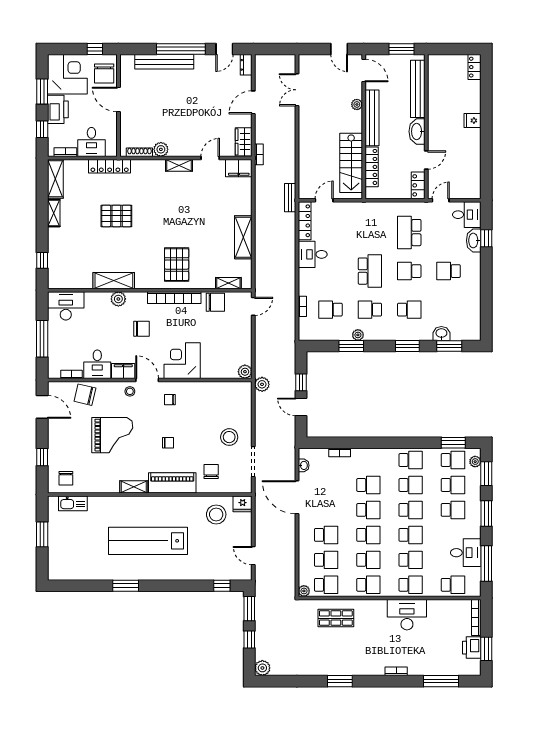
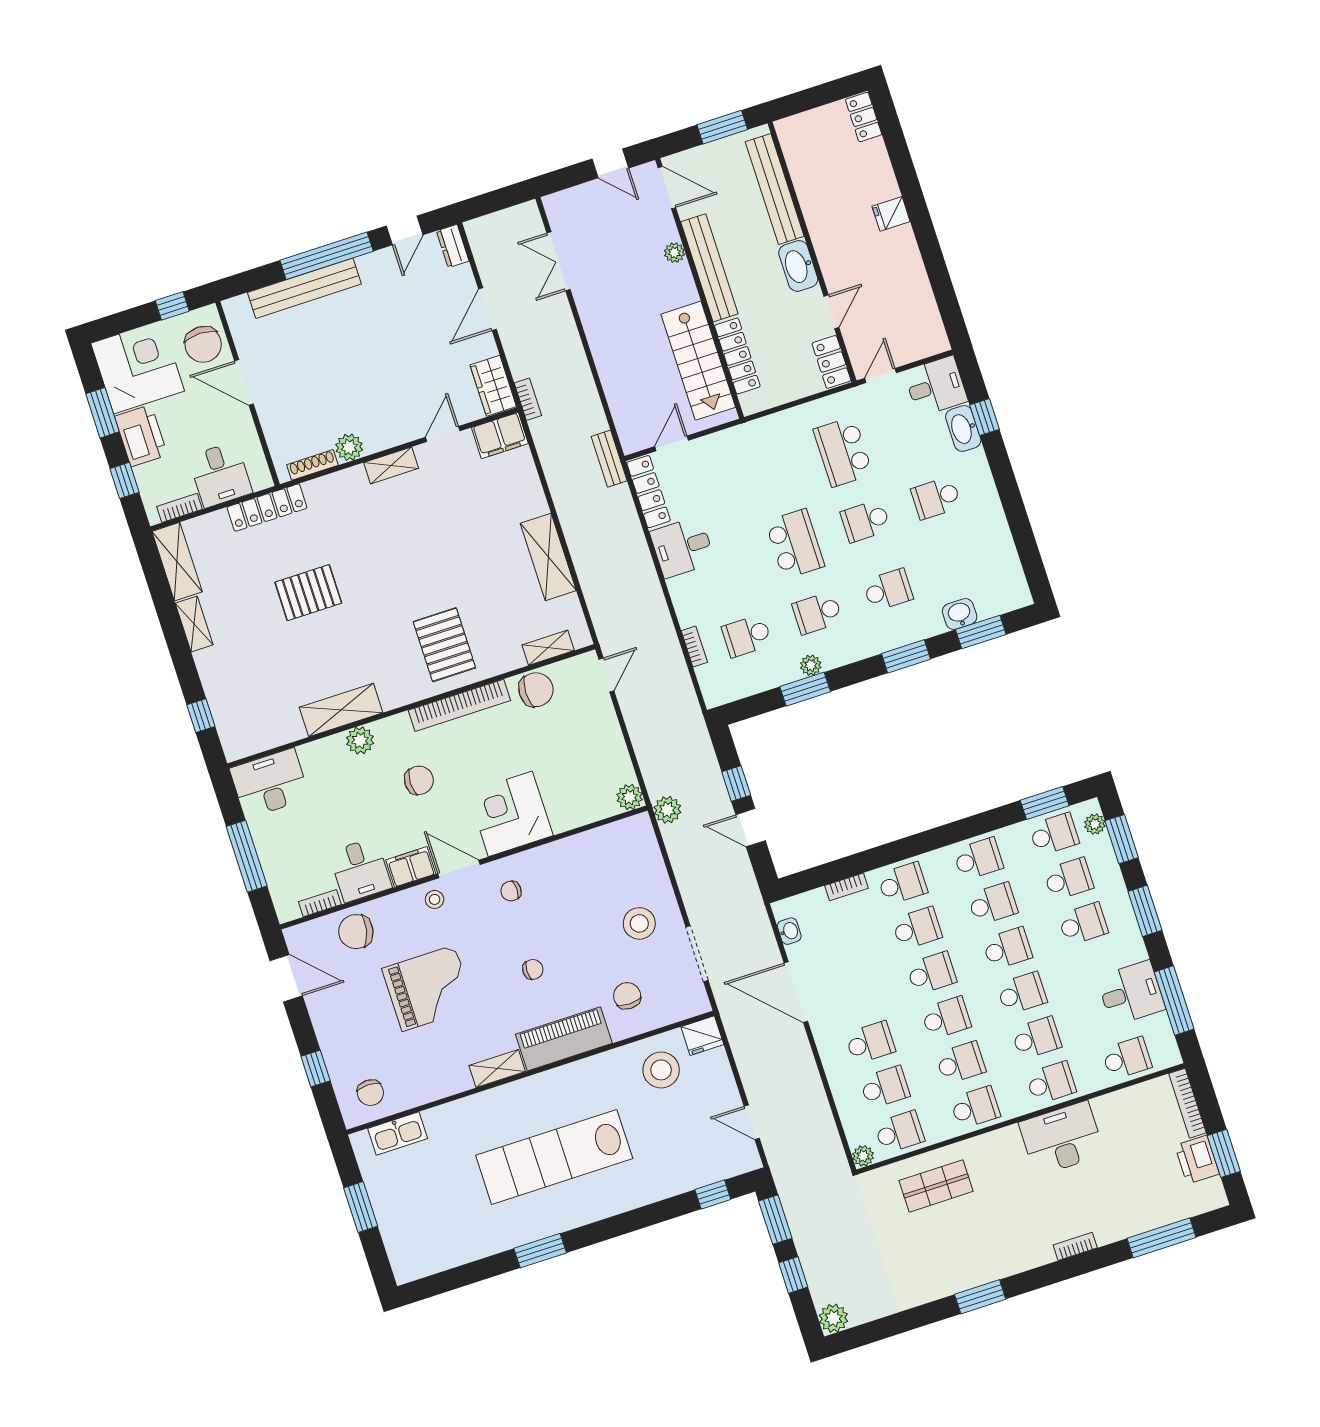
school desk: (368, 460) -> (902, 884), added

